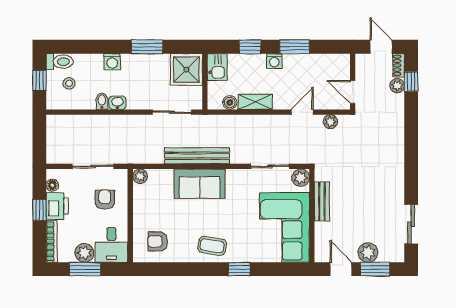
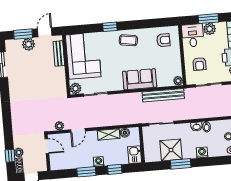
shower: (186, 70) -> (171, 150), moved
bench: (197, 156) -> (163, 95), moved
bench: (322, 201) -> (59, 53), moved
door: (341, 269) -> (45, 32), swing flipped

